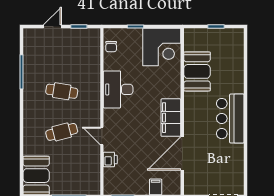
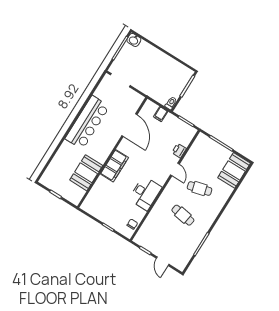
door: (52, 27) -> (163, 261), hinge flipped
corner desk: (162, 47) -> (99, 203), removed
filing cabinet: (171, 118) -> (114, 166), moved
bar counter: (230, 119) -> (87, 122), width x1.36
door: (182, 153) -> (129, 125), hinge flipped

